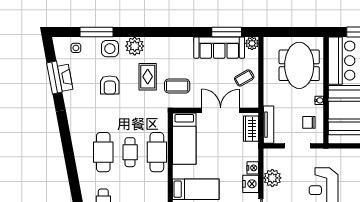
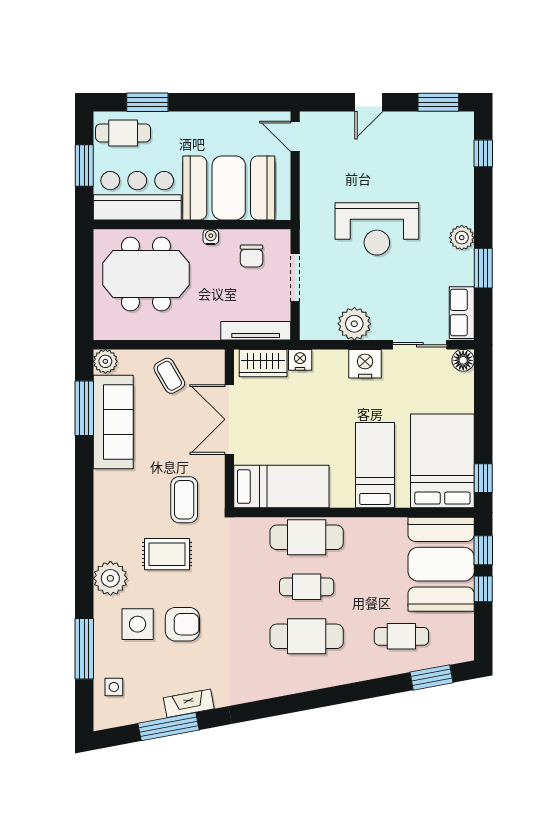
side table: (110, 49) -> (138, 624), moved
fireplace: (65, 78) -> (189, 703), moved
nightstand: (253, 168) -> (300, 360), moved

